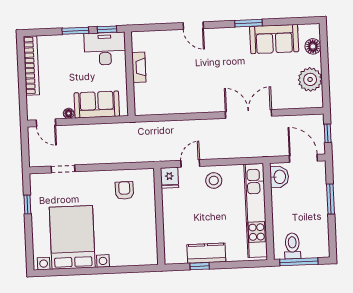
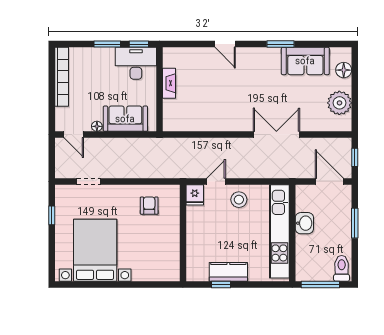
washbasin: (279, 177) -> (304, 223), moved
toilet: (292, 246) -> (342, 268), moved

